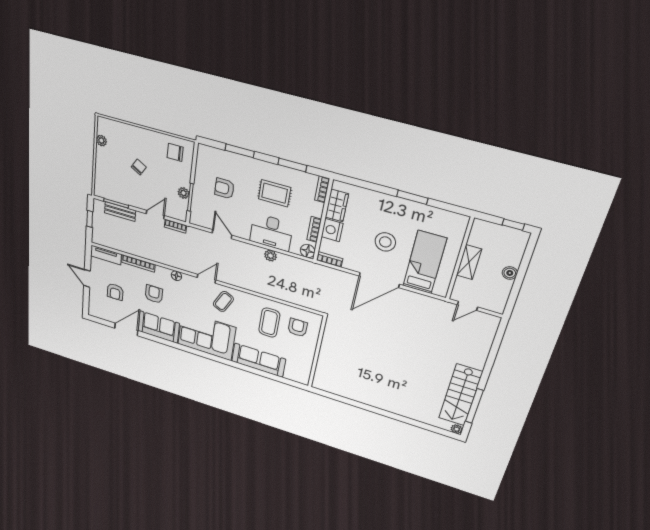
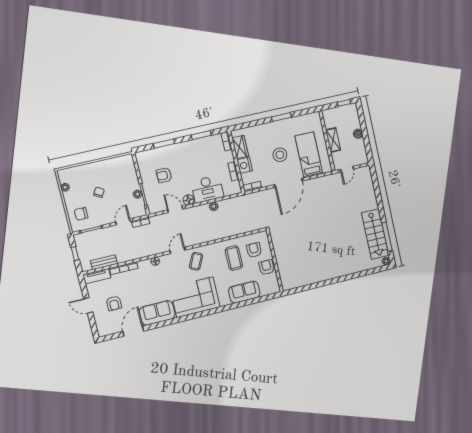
chair: (175, 152) -> (81, 214), moved
rug: (275, 193) -> (198, 160), removed
bench: (120, 212) -> (104, 262), moved
floor lamp: (308, 251) -> (188, 200), moved
armchair: (154, 294) -> (267, 267), moved
sofa: (259, 360) -> (244, 292), width x0.73

